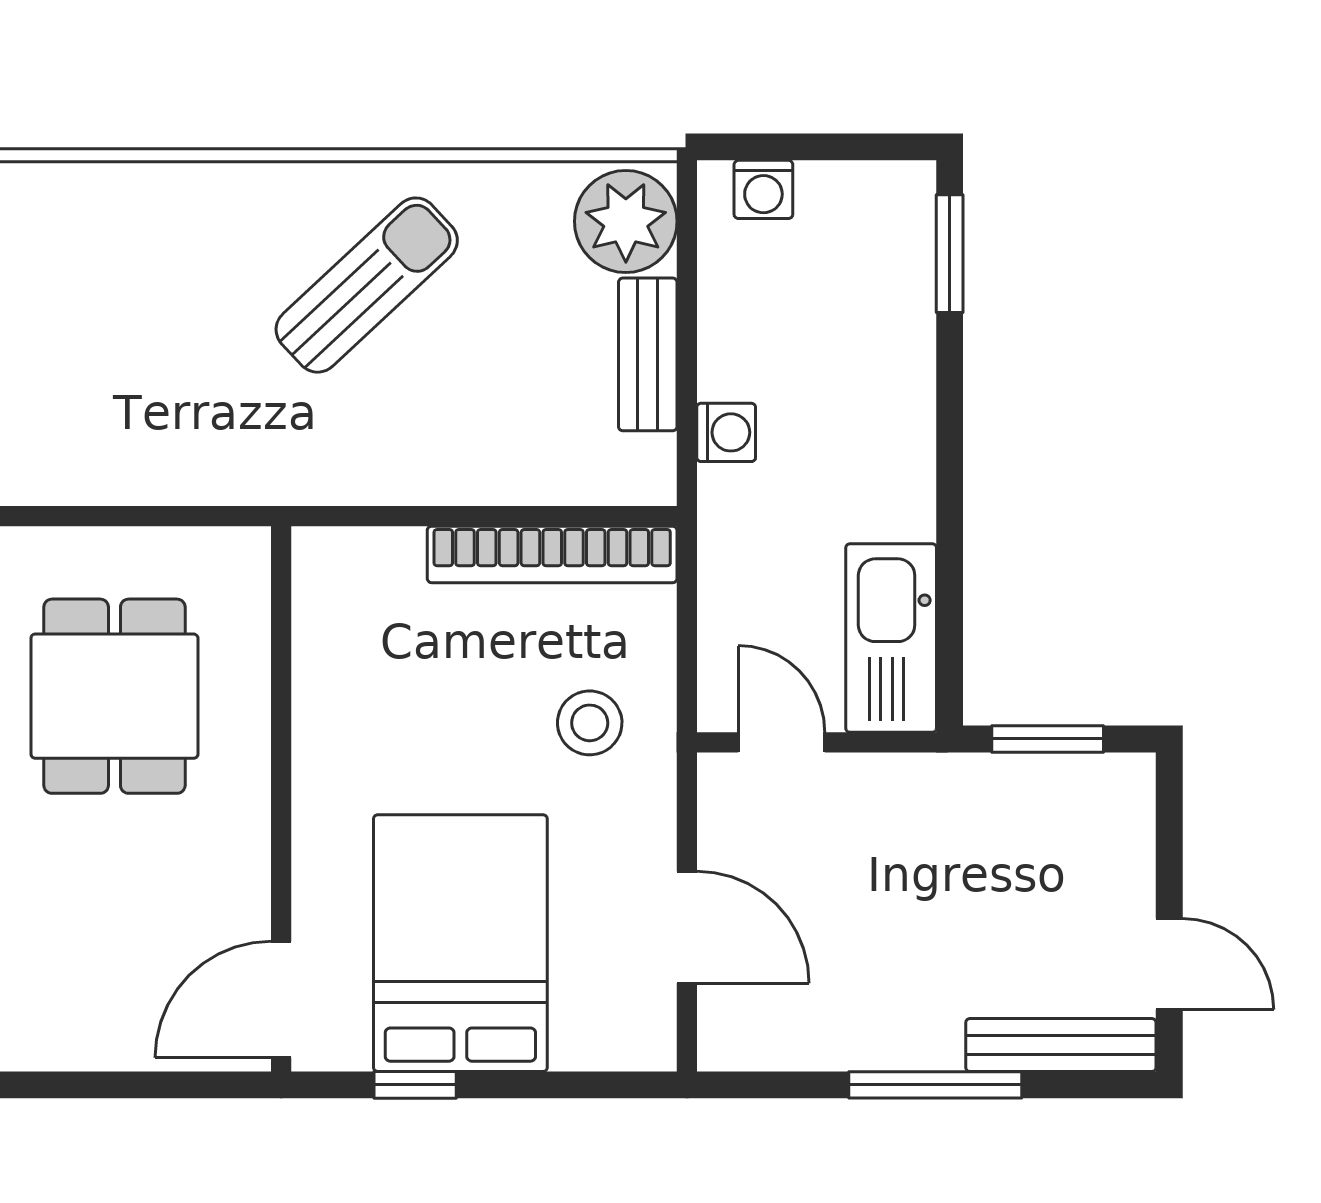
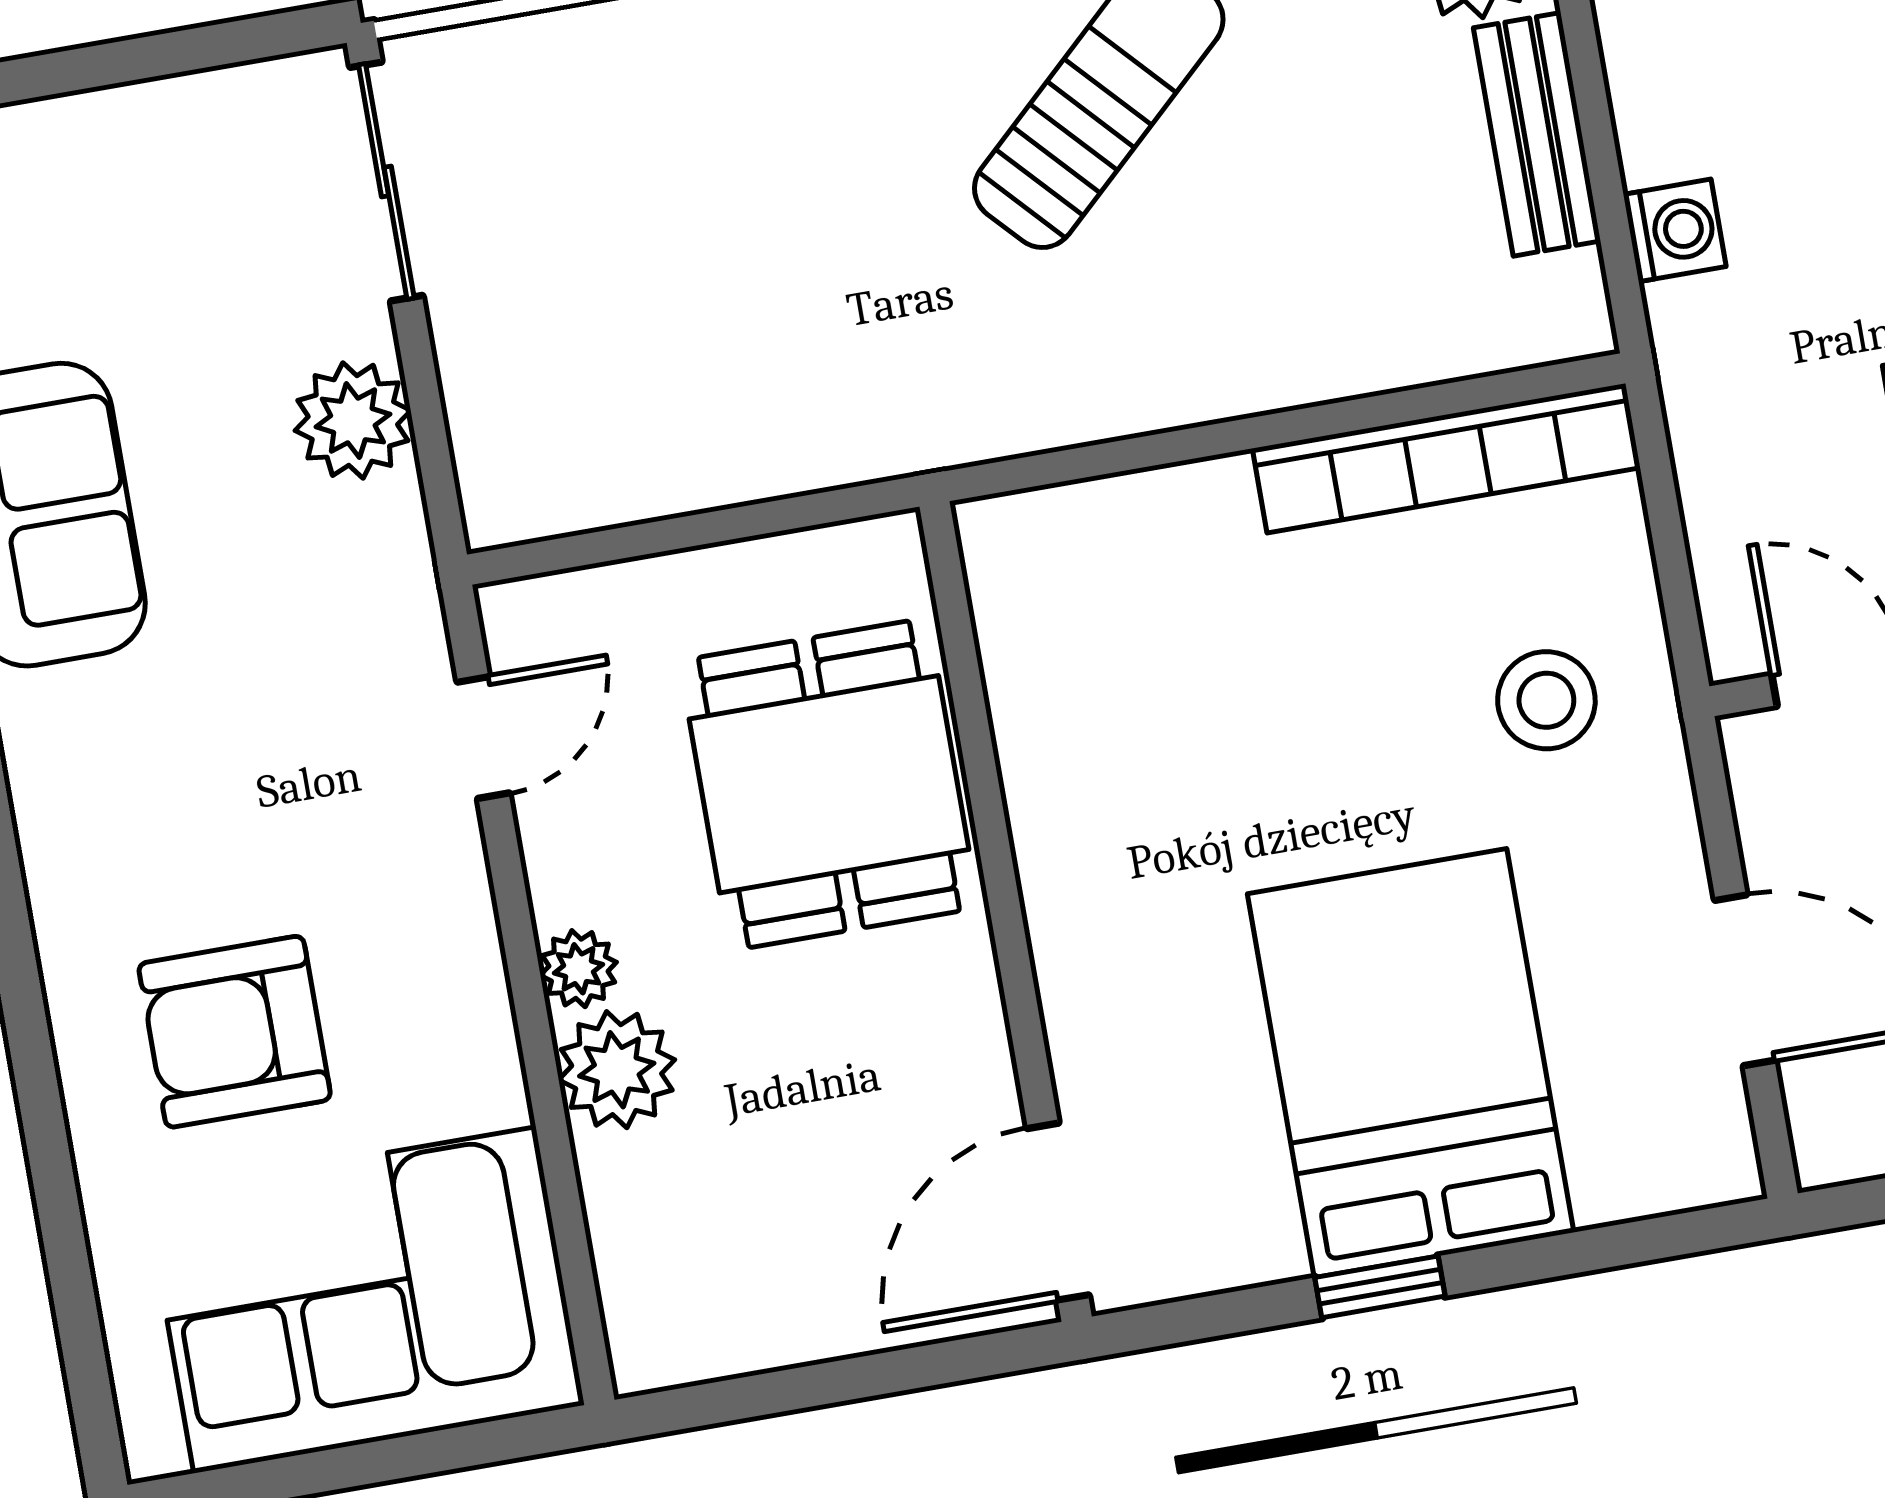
wall: (281, 799) -> (1006, 912), moved
door: (281, 1000) -> (1058, 1212), moved

